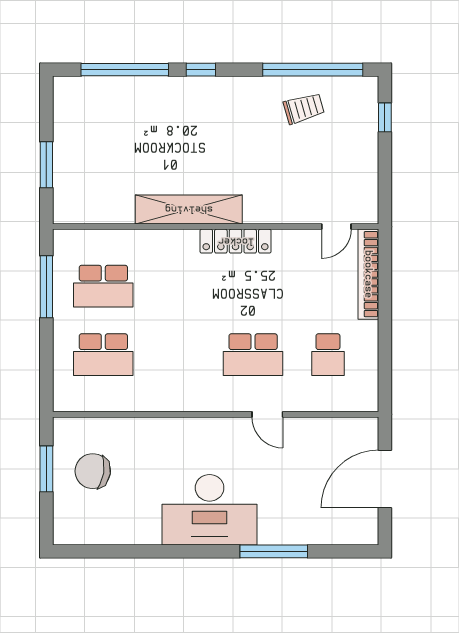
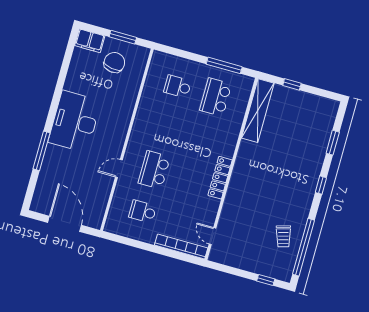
window: (125, 70) -> (333, 143), width x0.47
window: (46, 165) -> (292, 84), width x0.67
shelving: (189, 209) -> (258, 111), moved
school desk: (103, 355) -> (177, 87), width x0.54
filing cabinet: (68, 522) -> (90, 41), added

